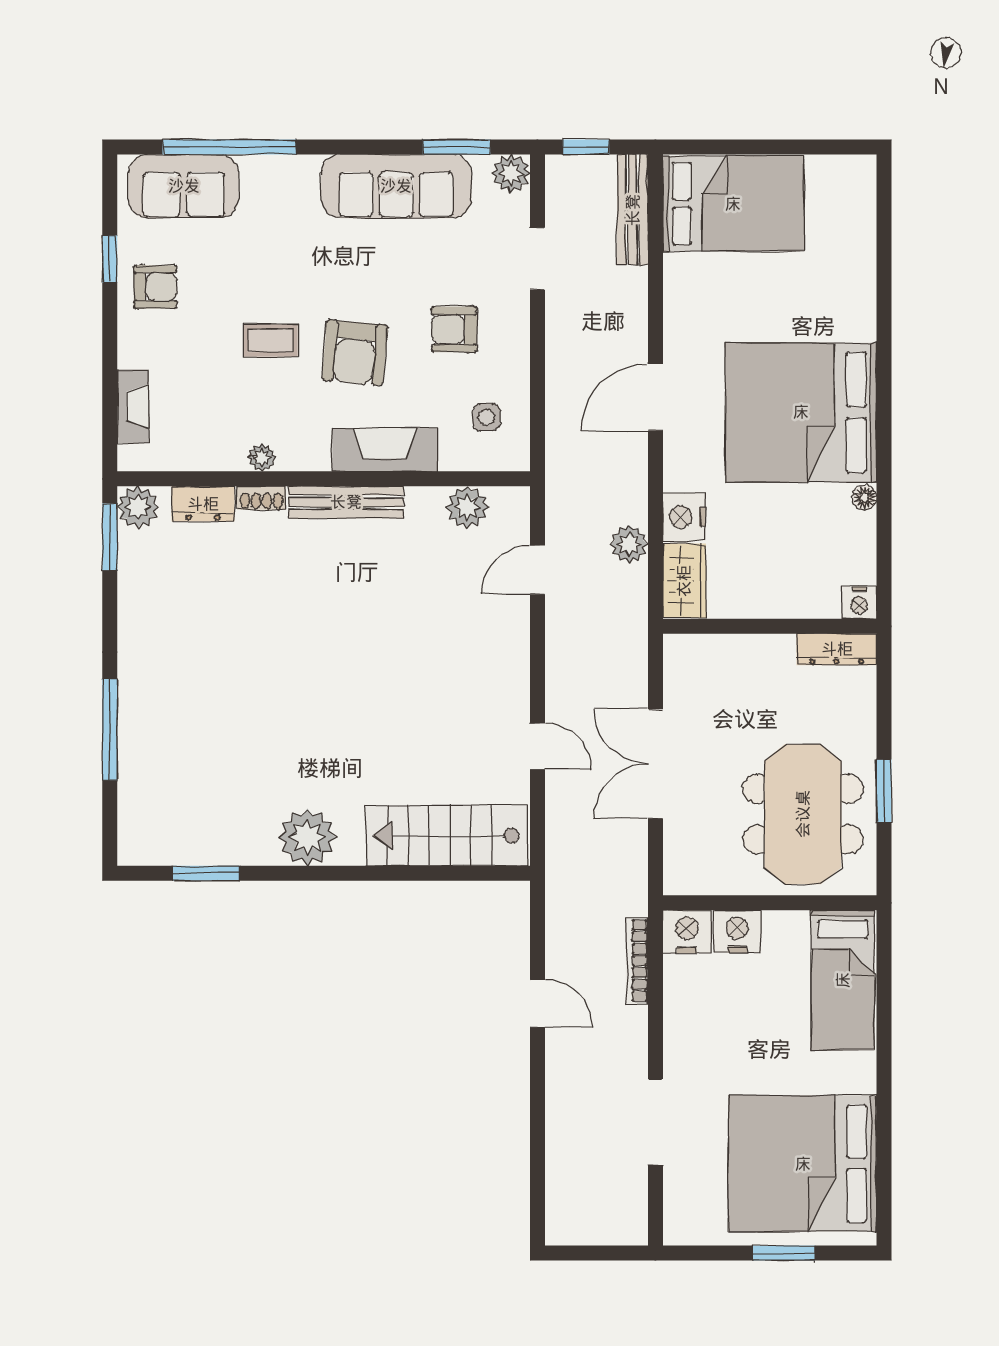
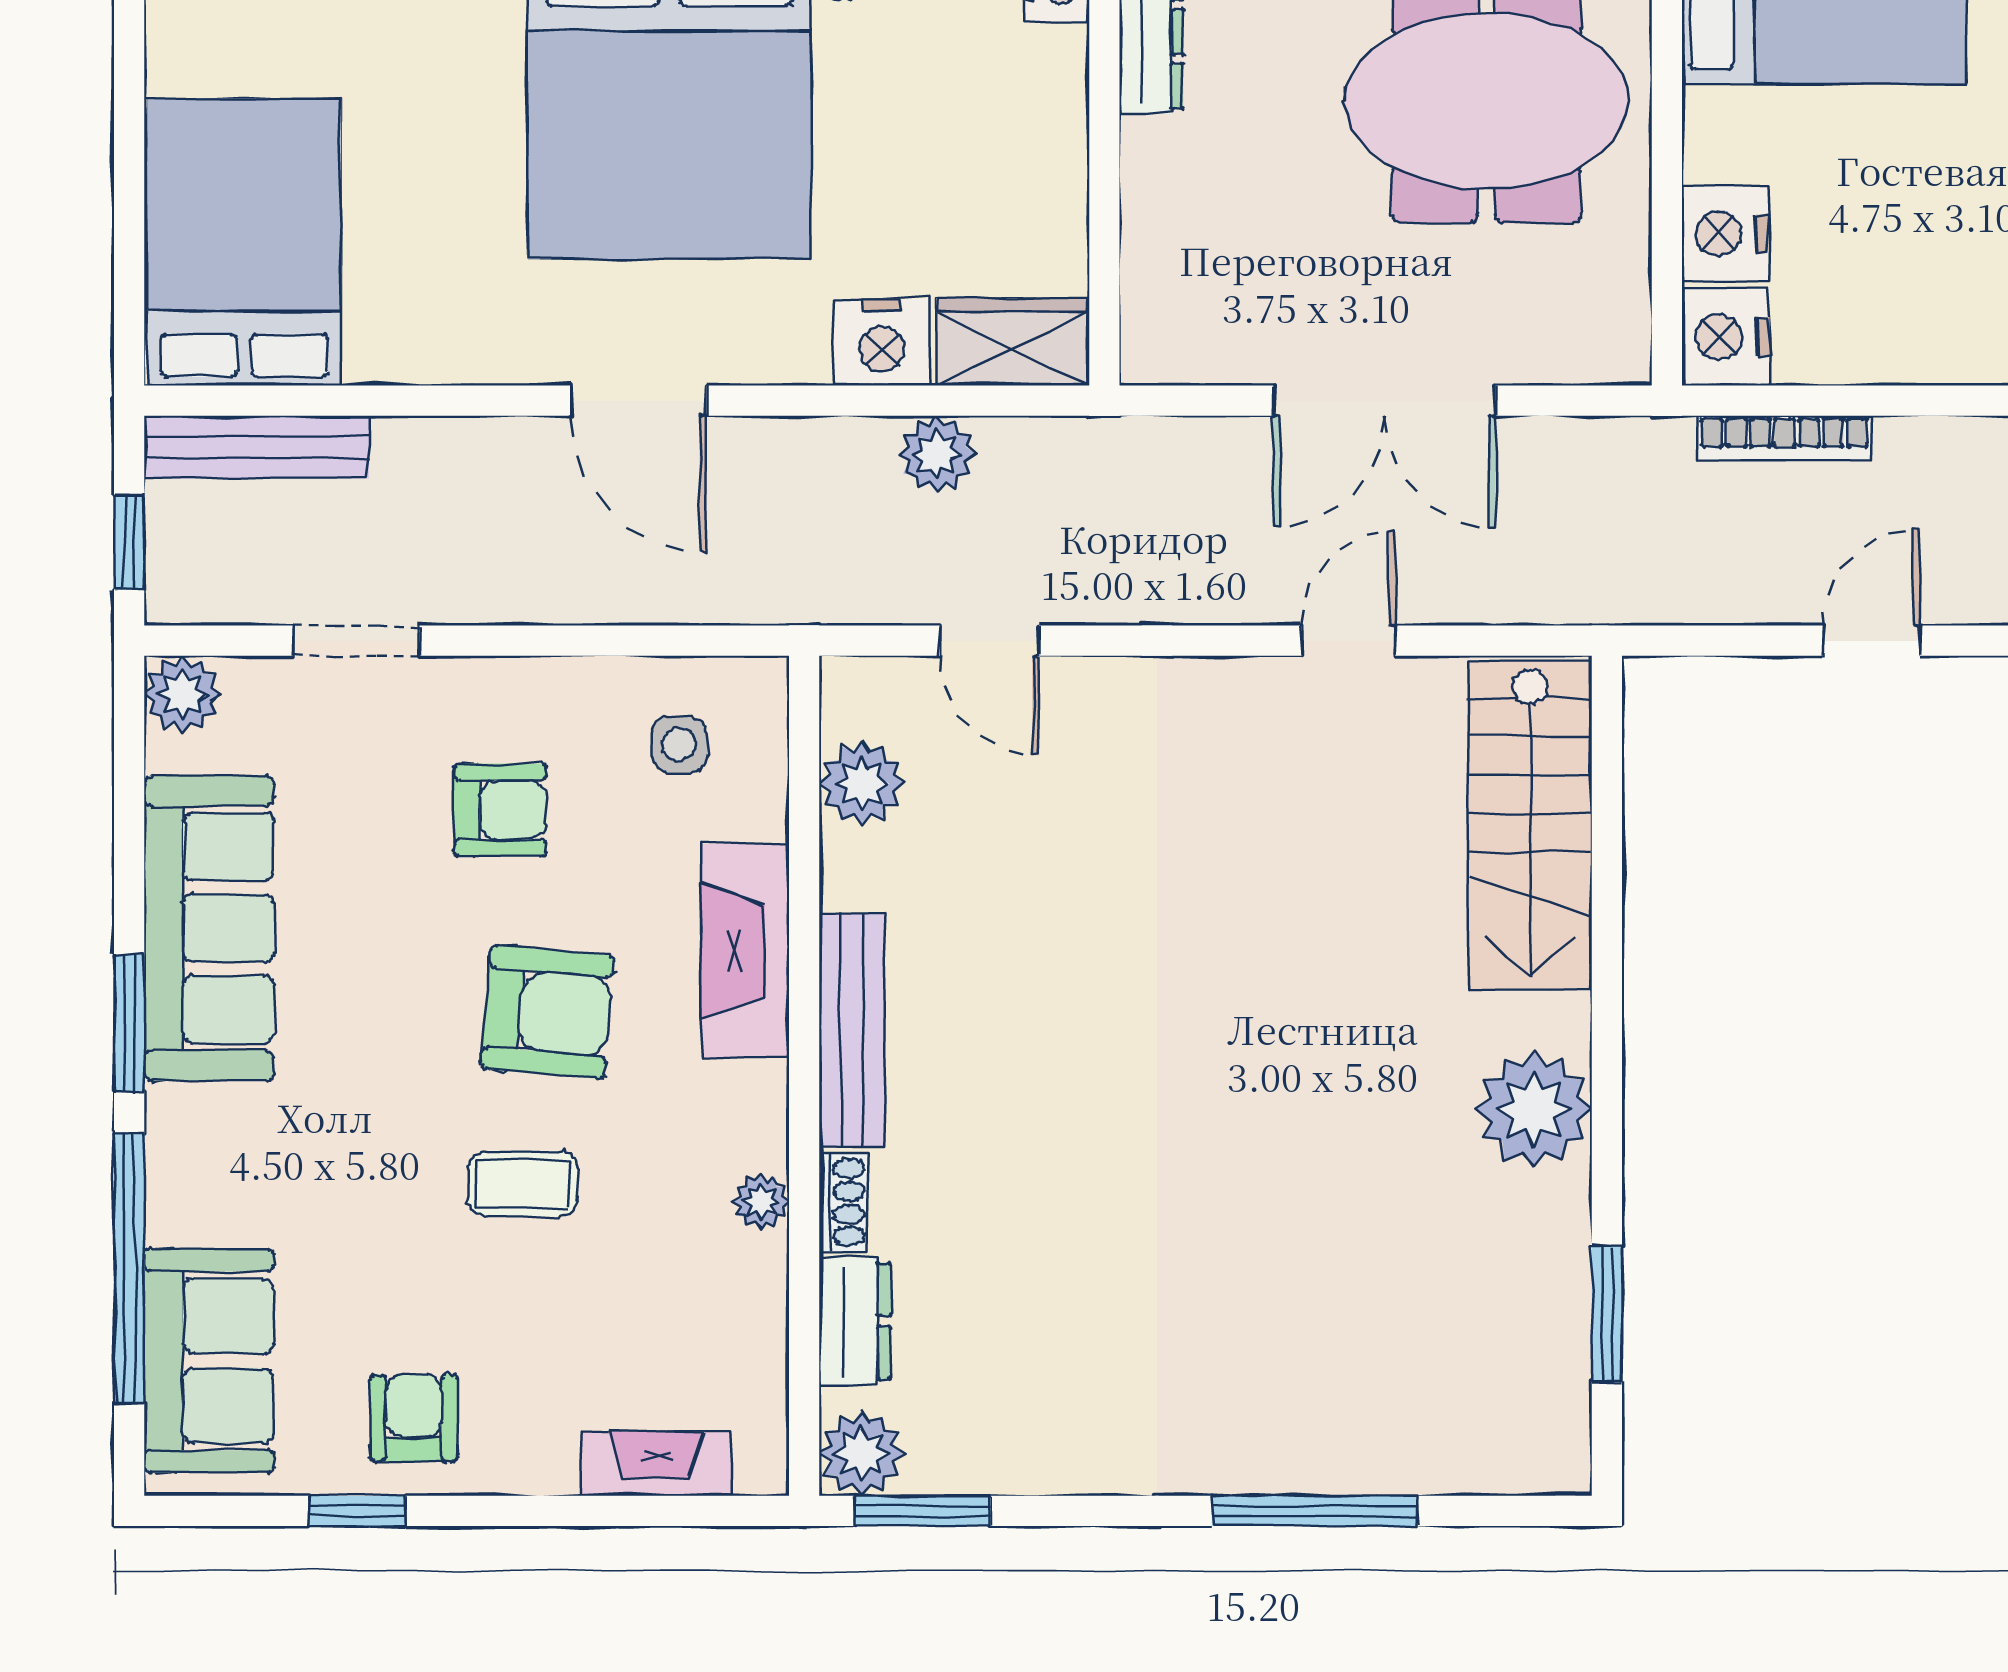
window: (457, 147) -> (129, 1024), moved
armchair: (454, 329) -> (500, 810), turned -90
coffee table: (271, 340) -> (523, 1184), turned 90

